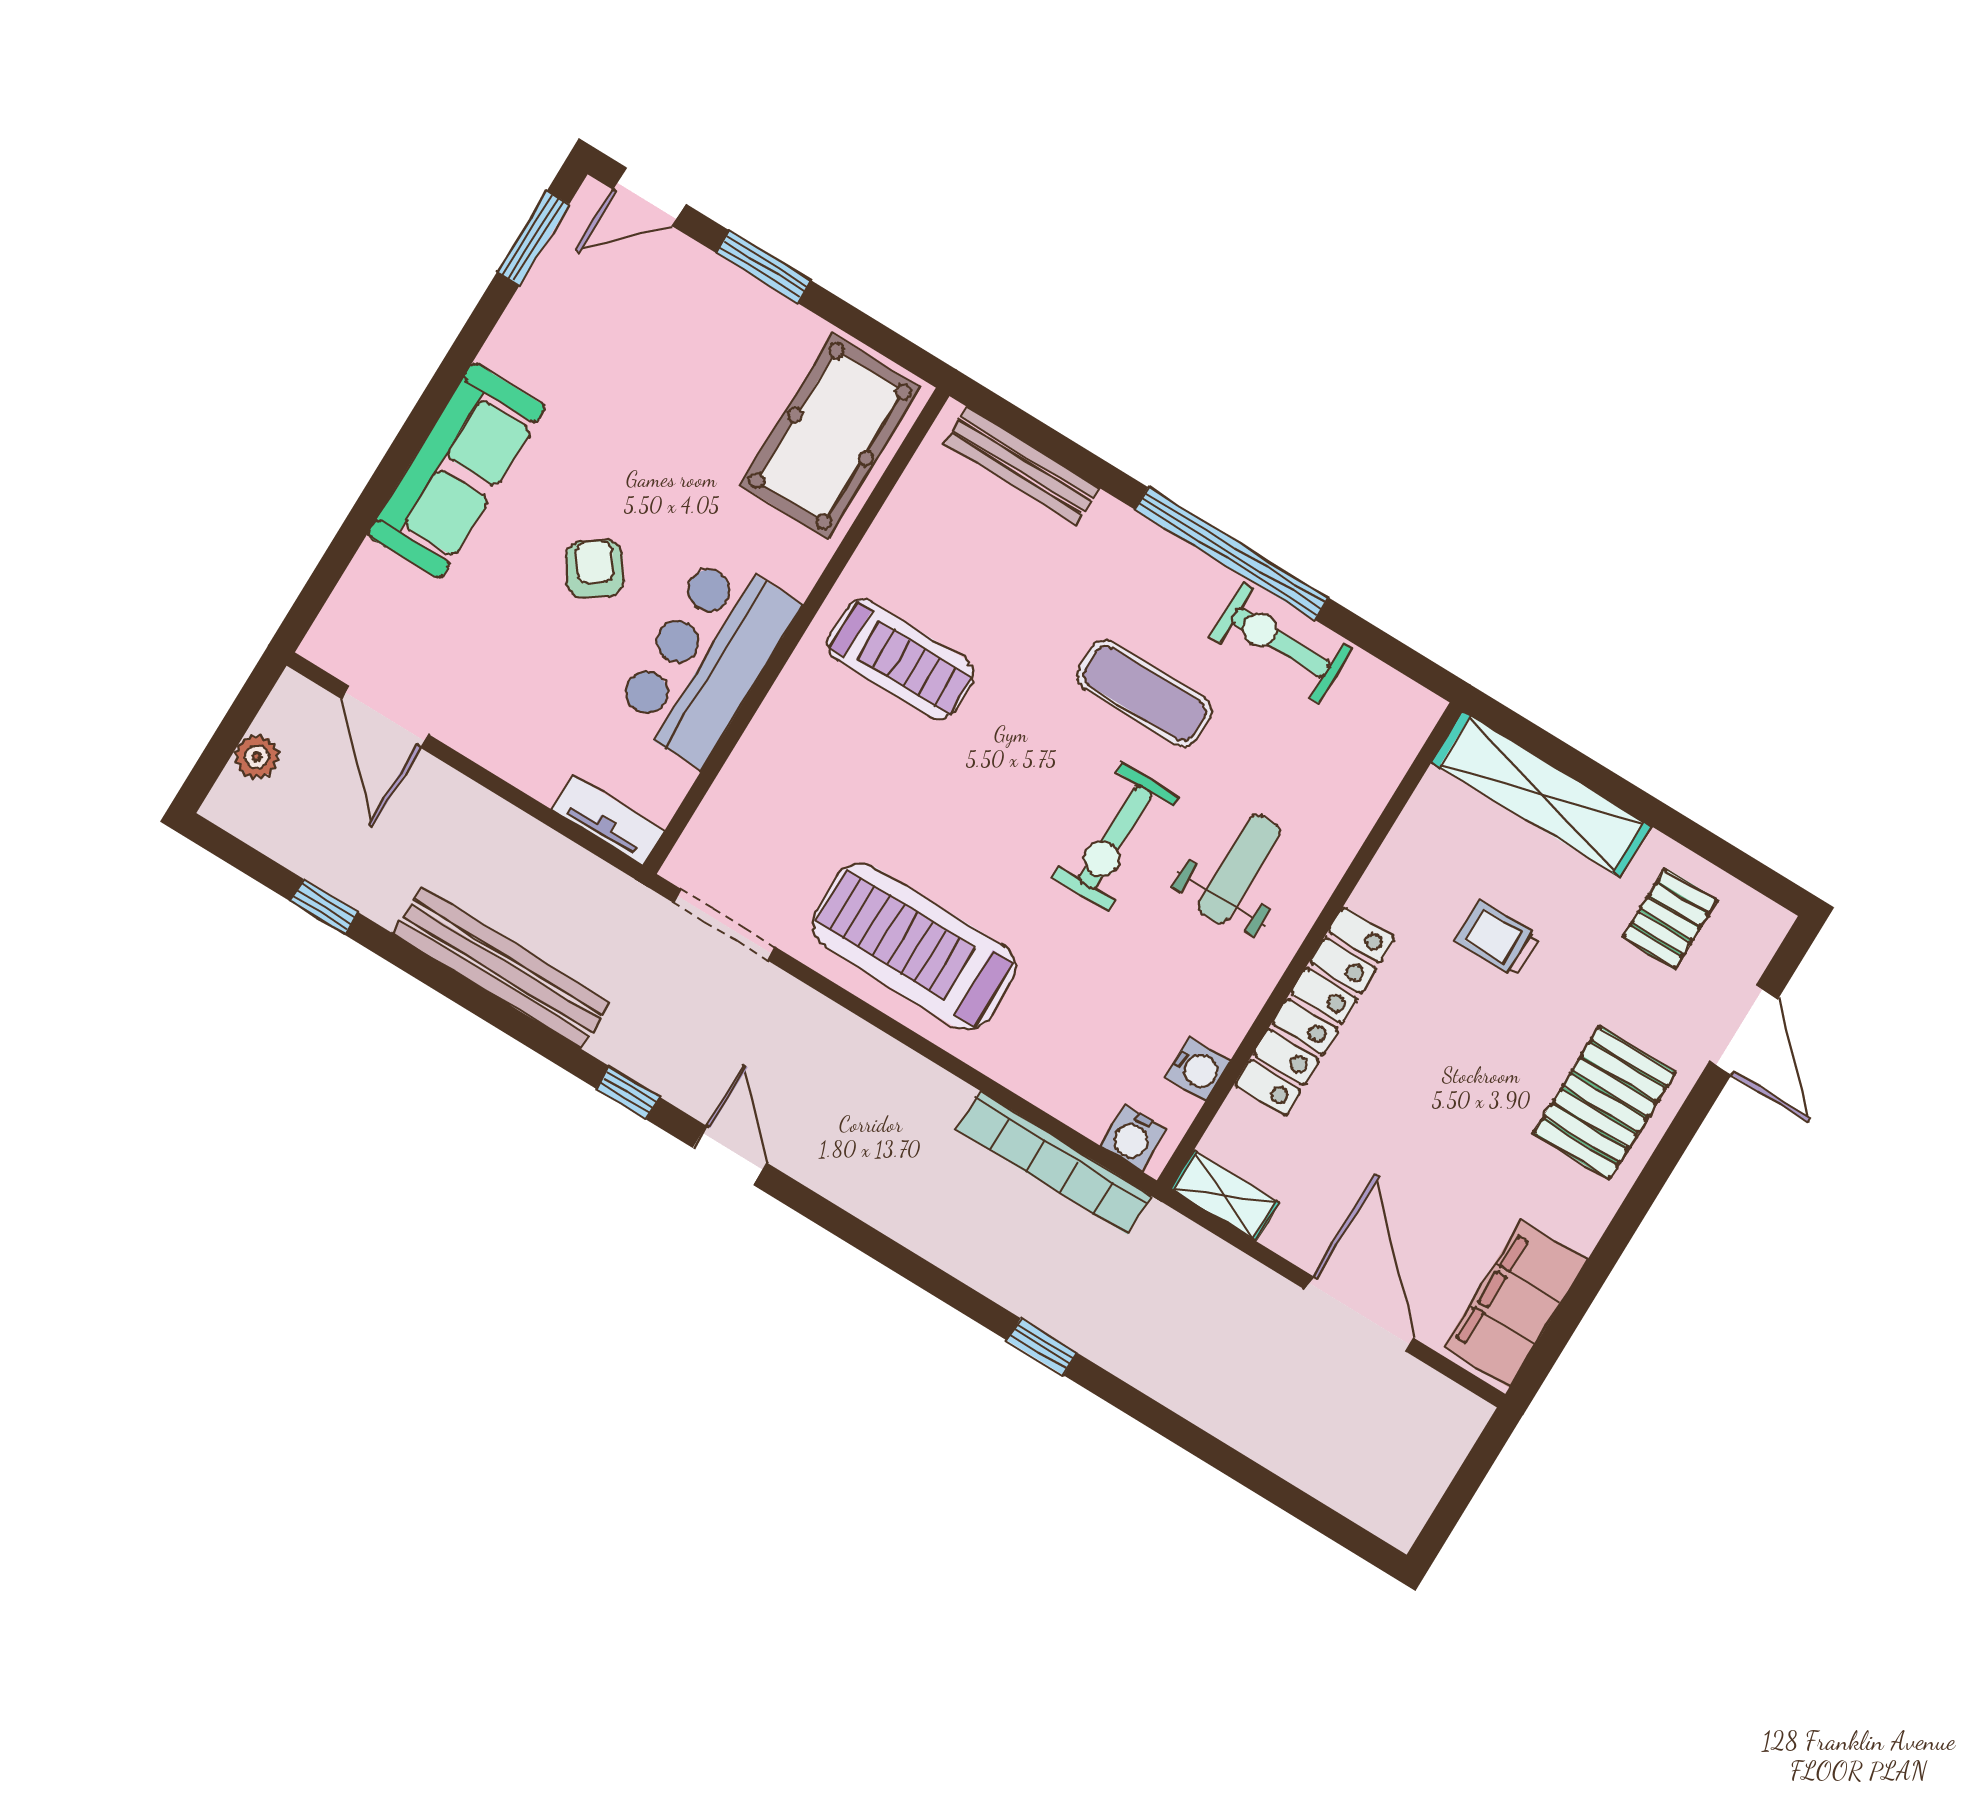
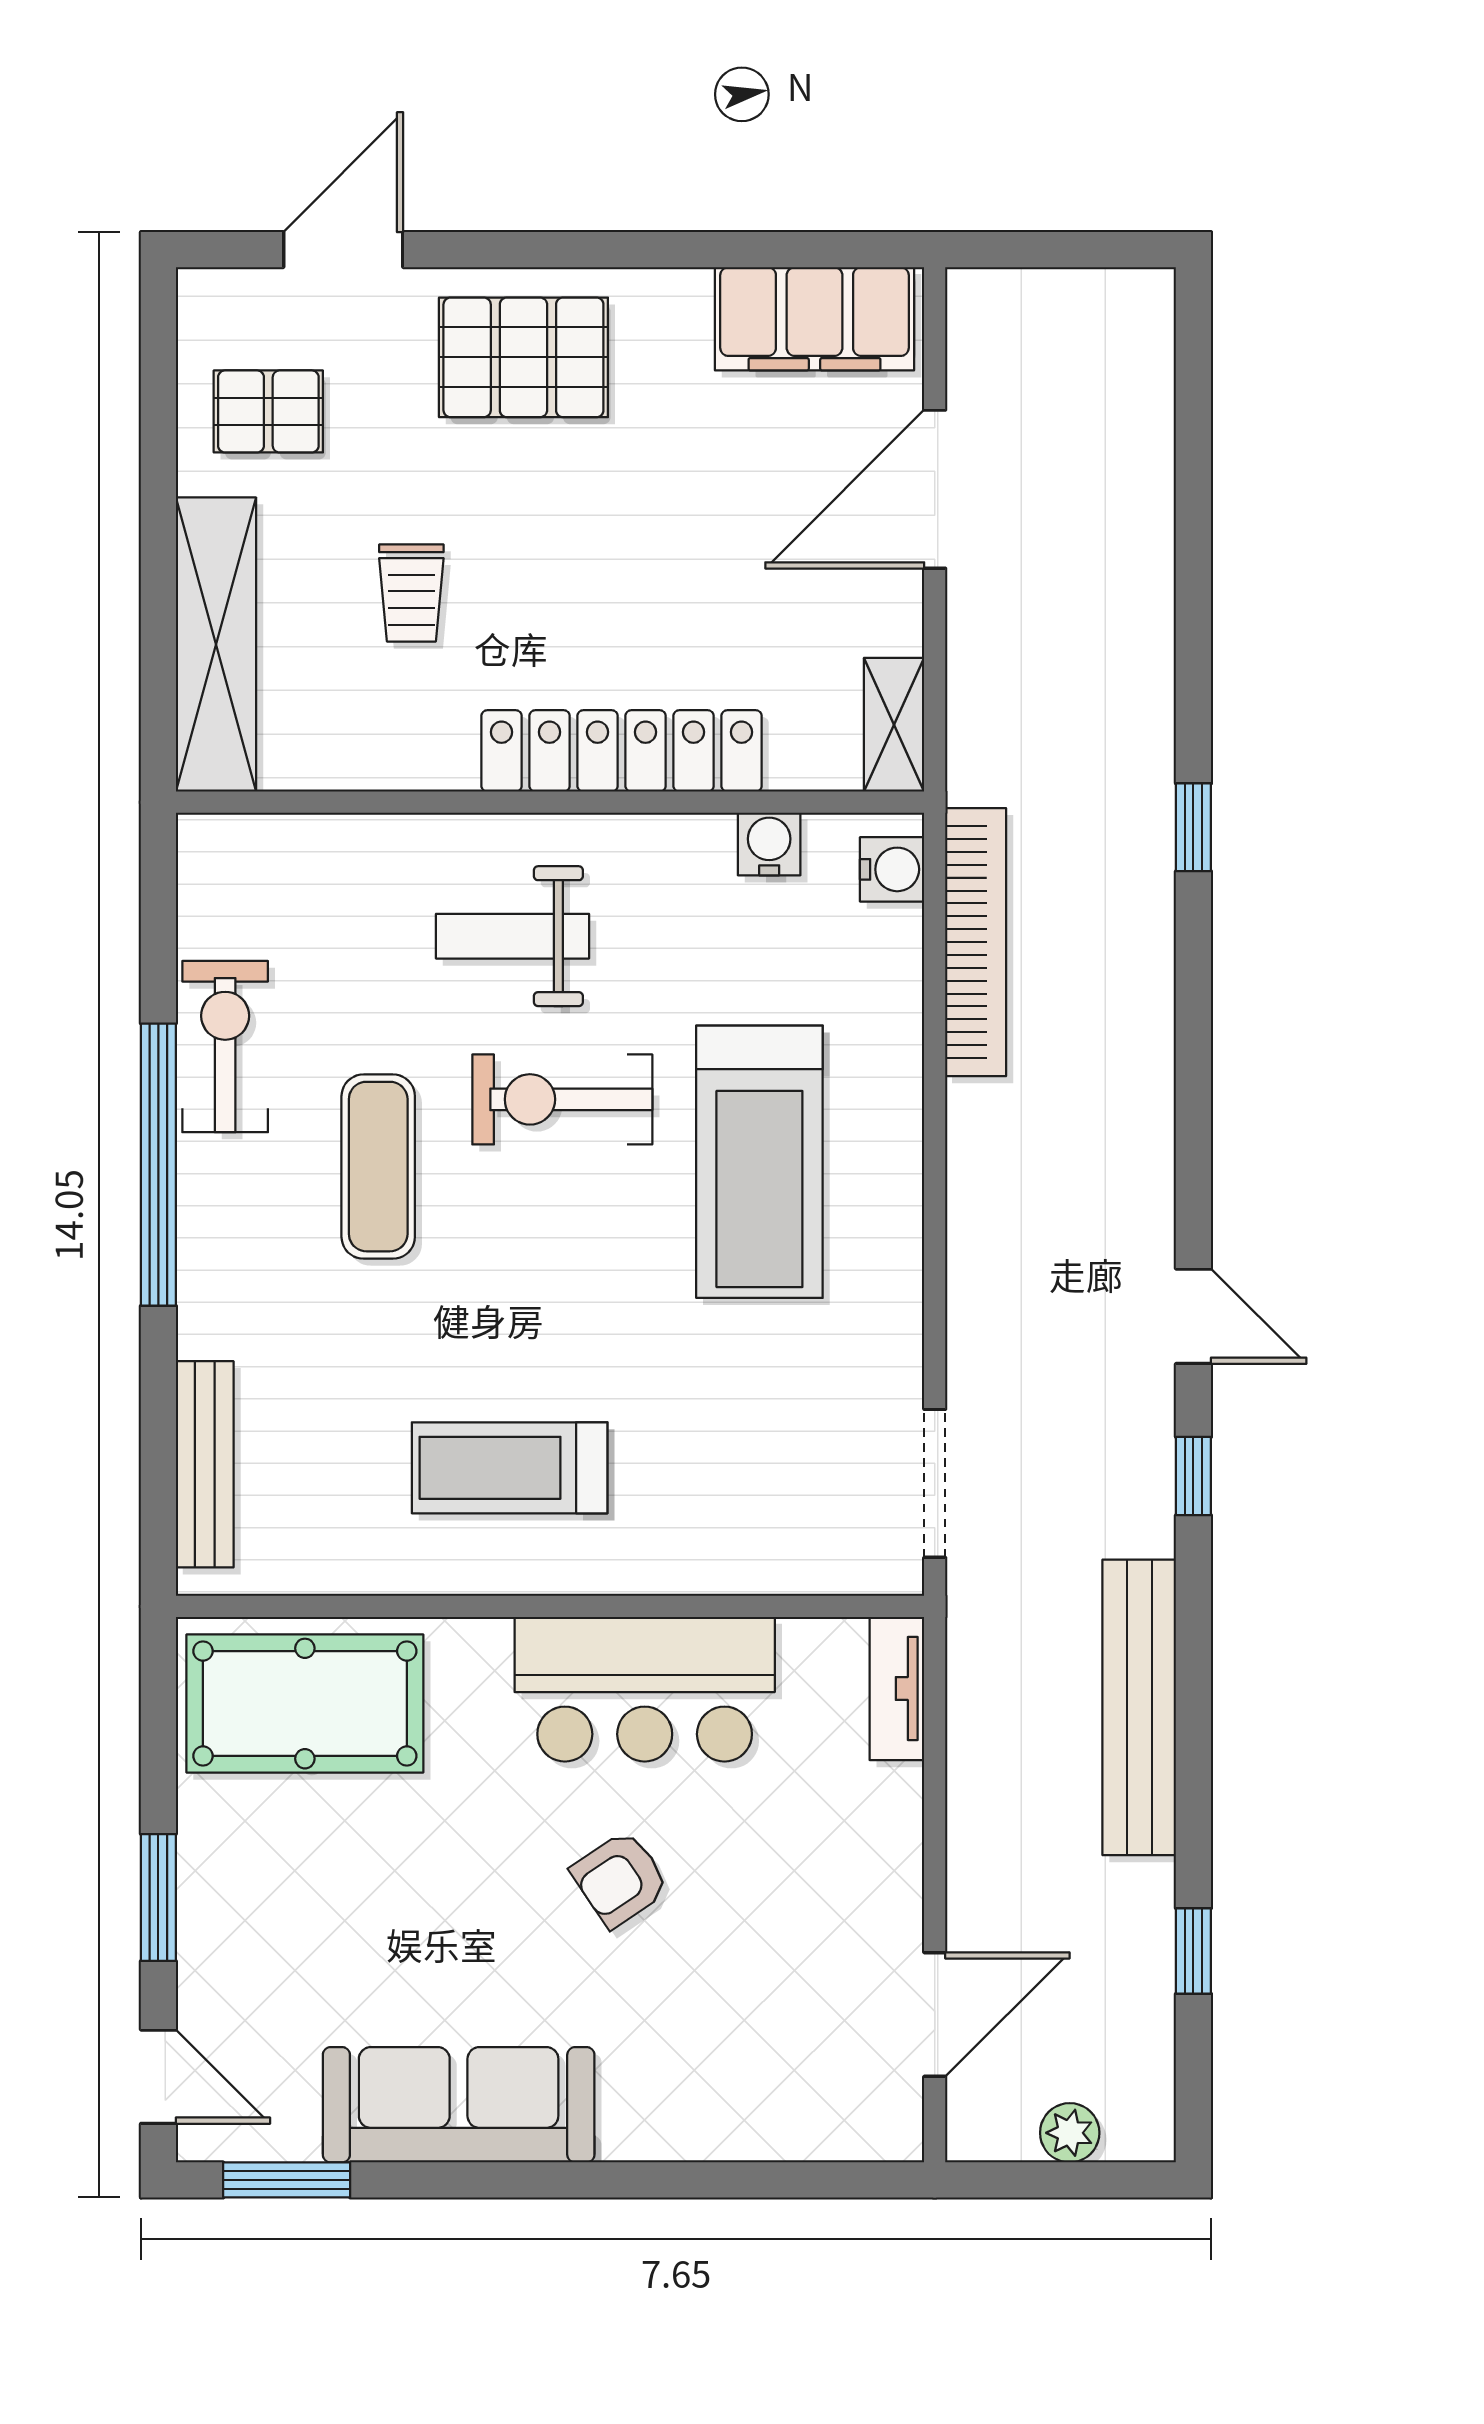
sofa: (457, 471) -> (459, 2105), moved
exercise bike: (1281, 642) -> (225, 1047), turned 180
treadmill: (901, 659) -> (510, 1468), turned -90
exercise bike: (1115, 837) -> (562, 1099), turned 180
treadmill: (914, 946) -> (759, 1162), moved
door: (730, 1155) -> (1193, 1316), swing flipped

